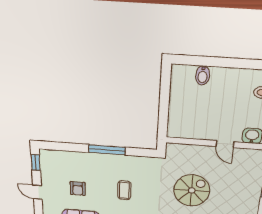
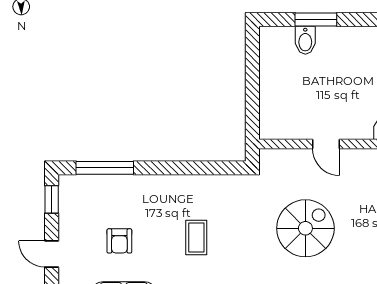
window: (211, 62) -> (316, 19), added
door: (225, 144) -> (326, 144), moved
window: (107, 150) -> (105, 168), moved

